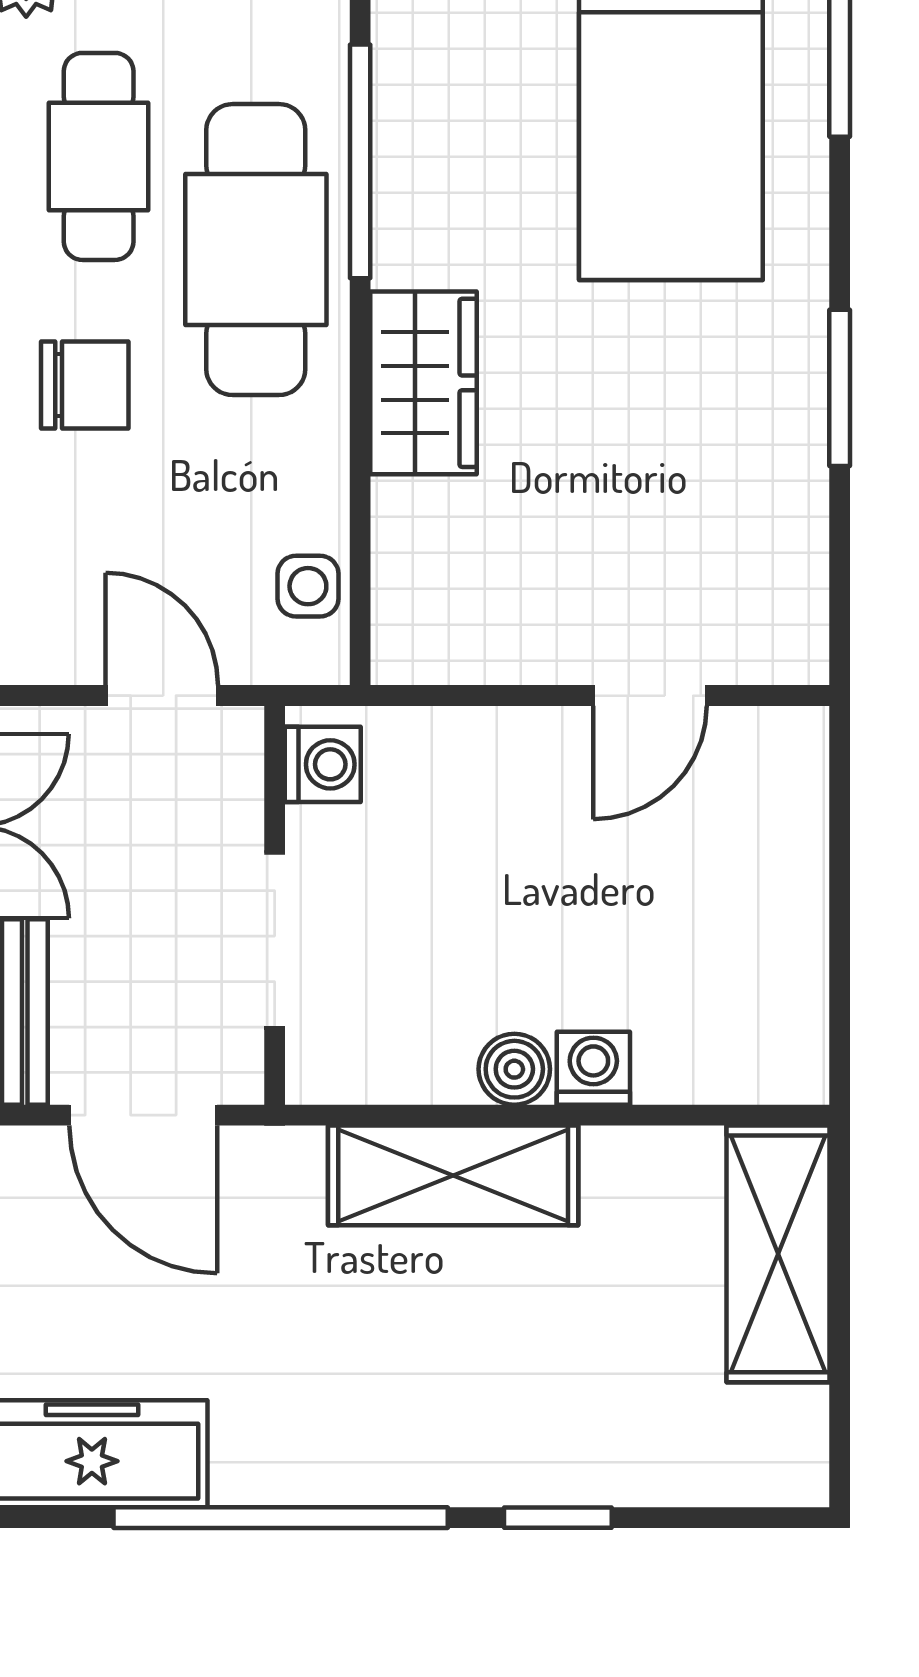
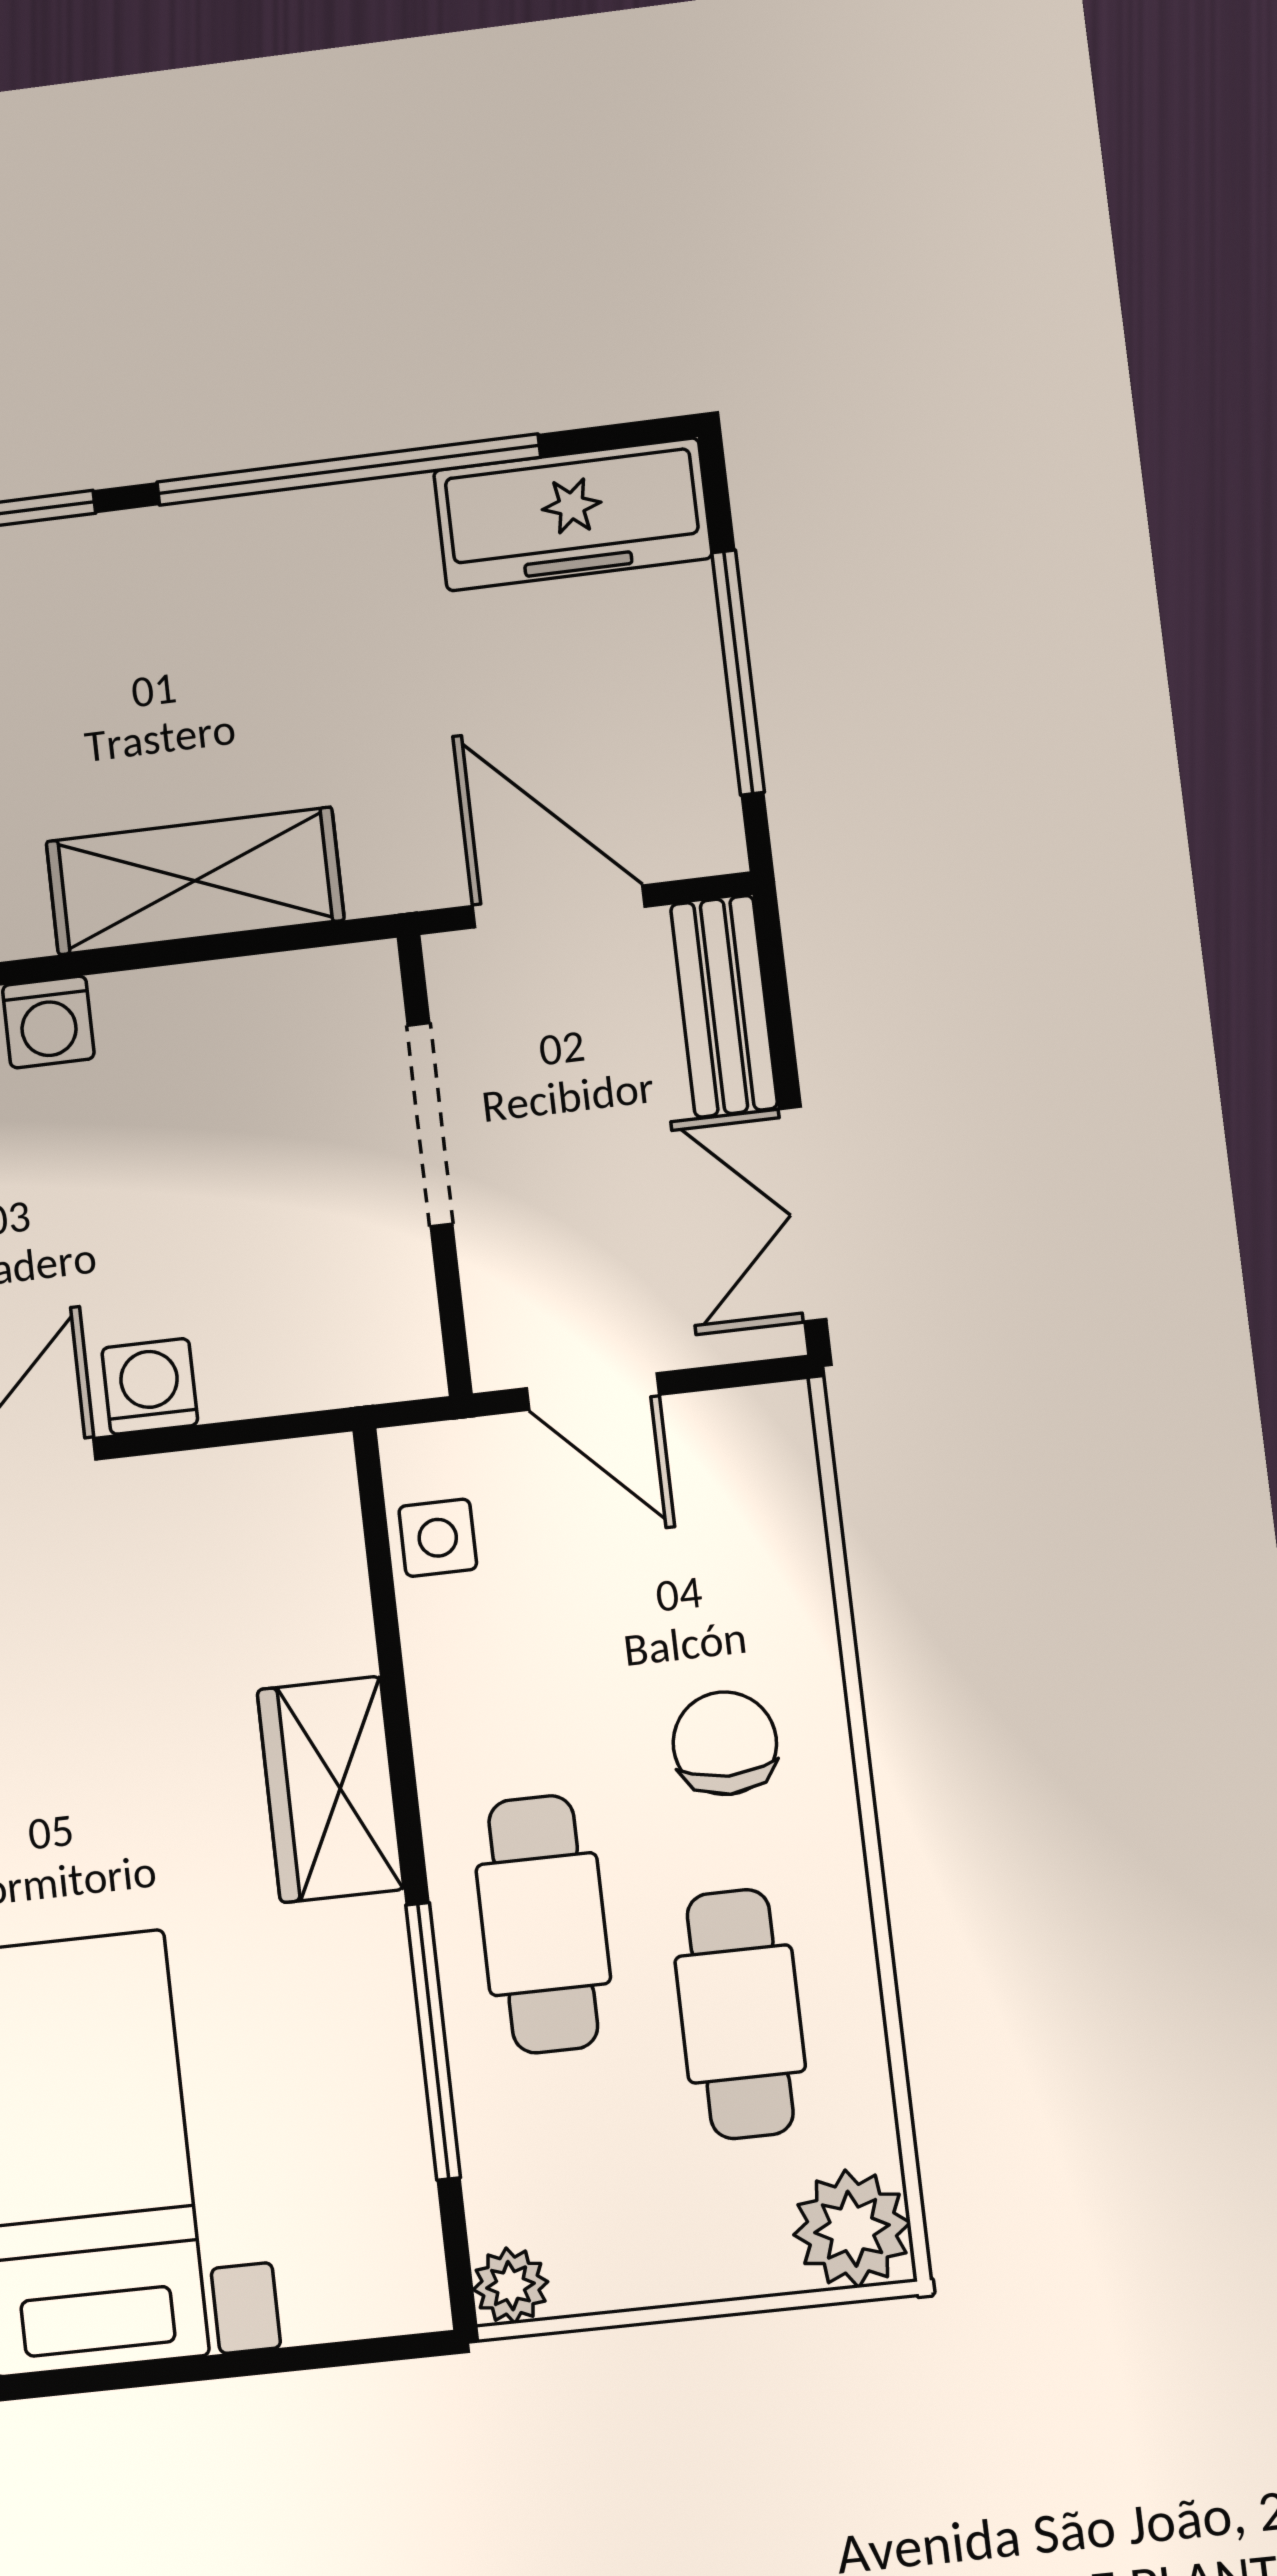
cafe table: (256, 250) -> (543, 1924), width x0.73, depth x0.74
chair: (85, 385) -> (725, 1743), turned 90
washing machine: (323, 764) -> (150, 1386), moved, turned 90
boiler: (514, 1069) -> (138, 1010), removed

